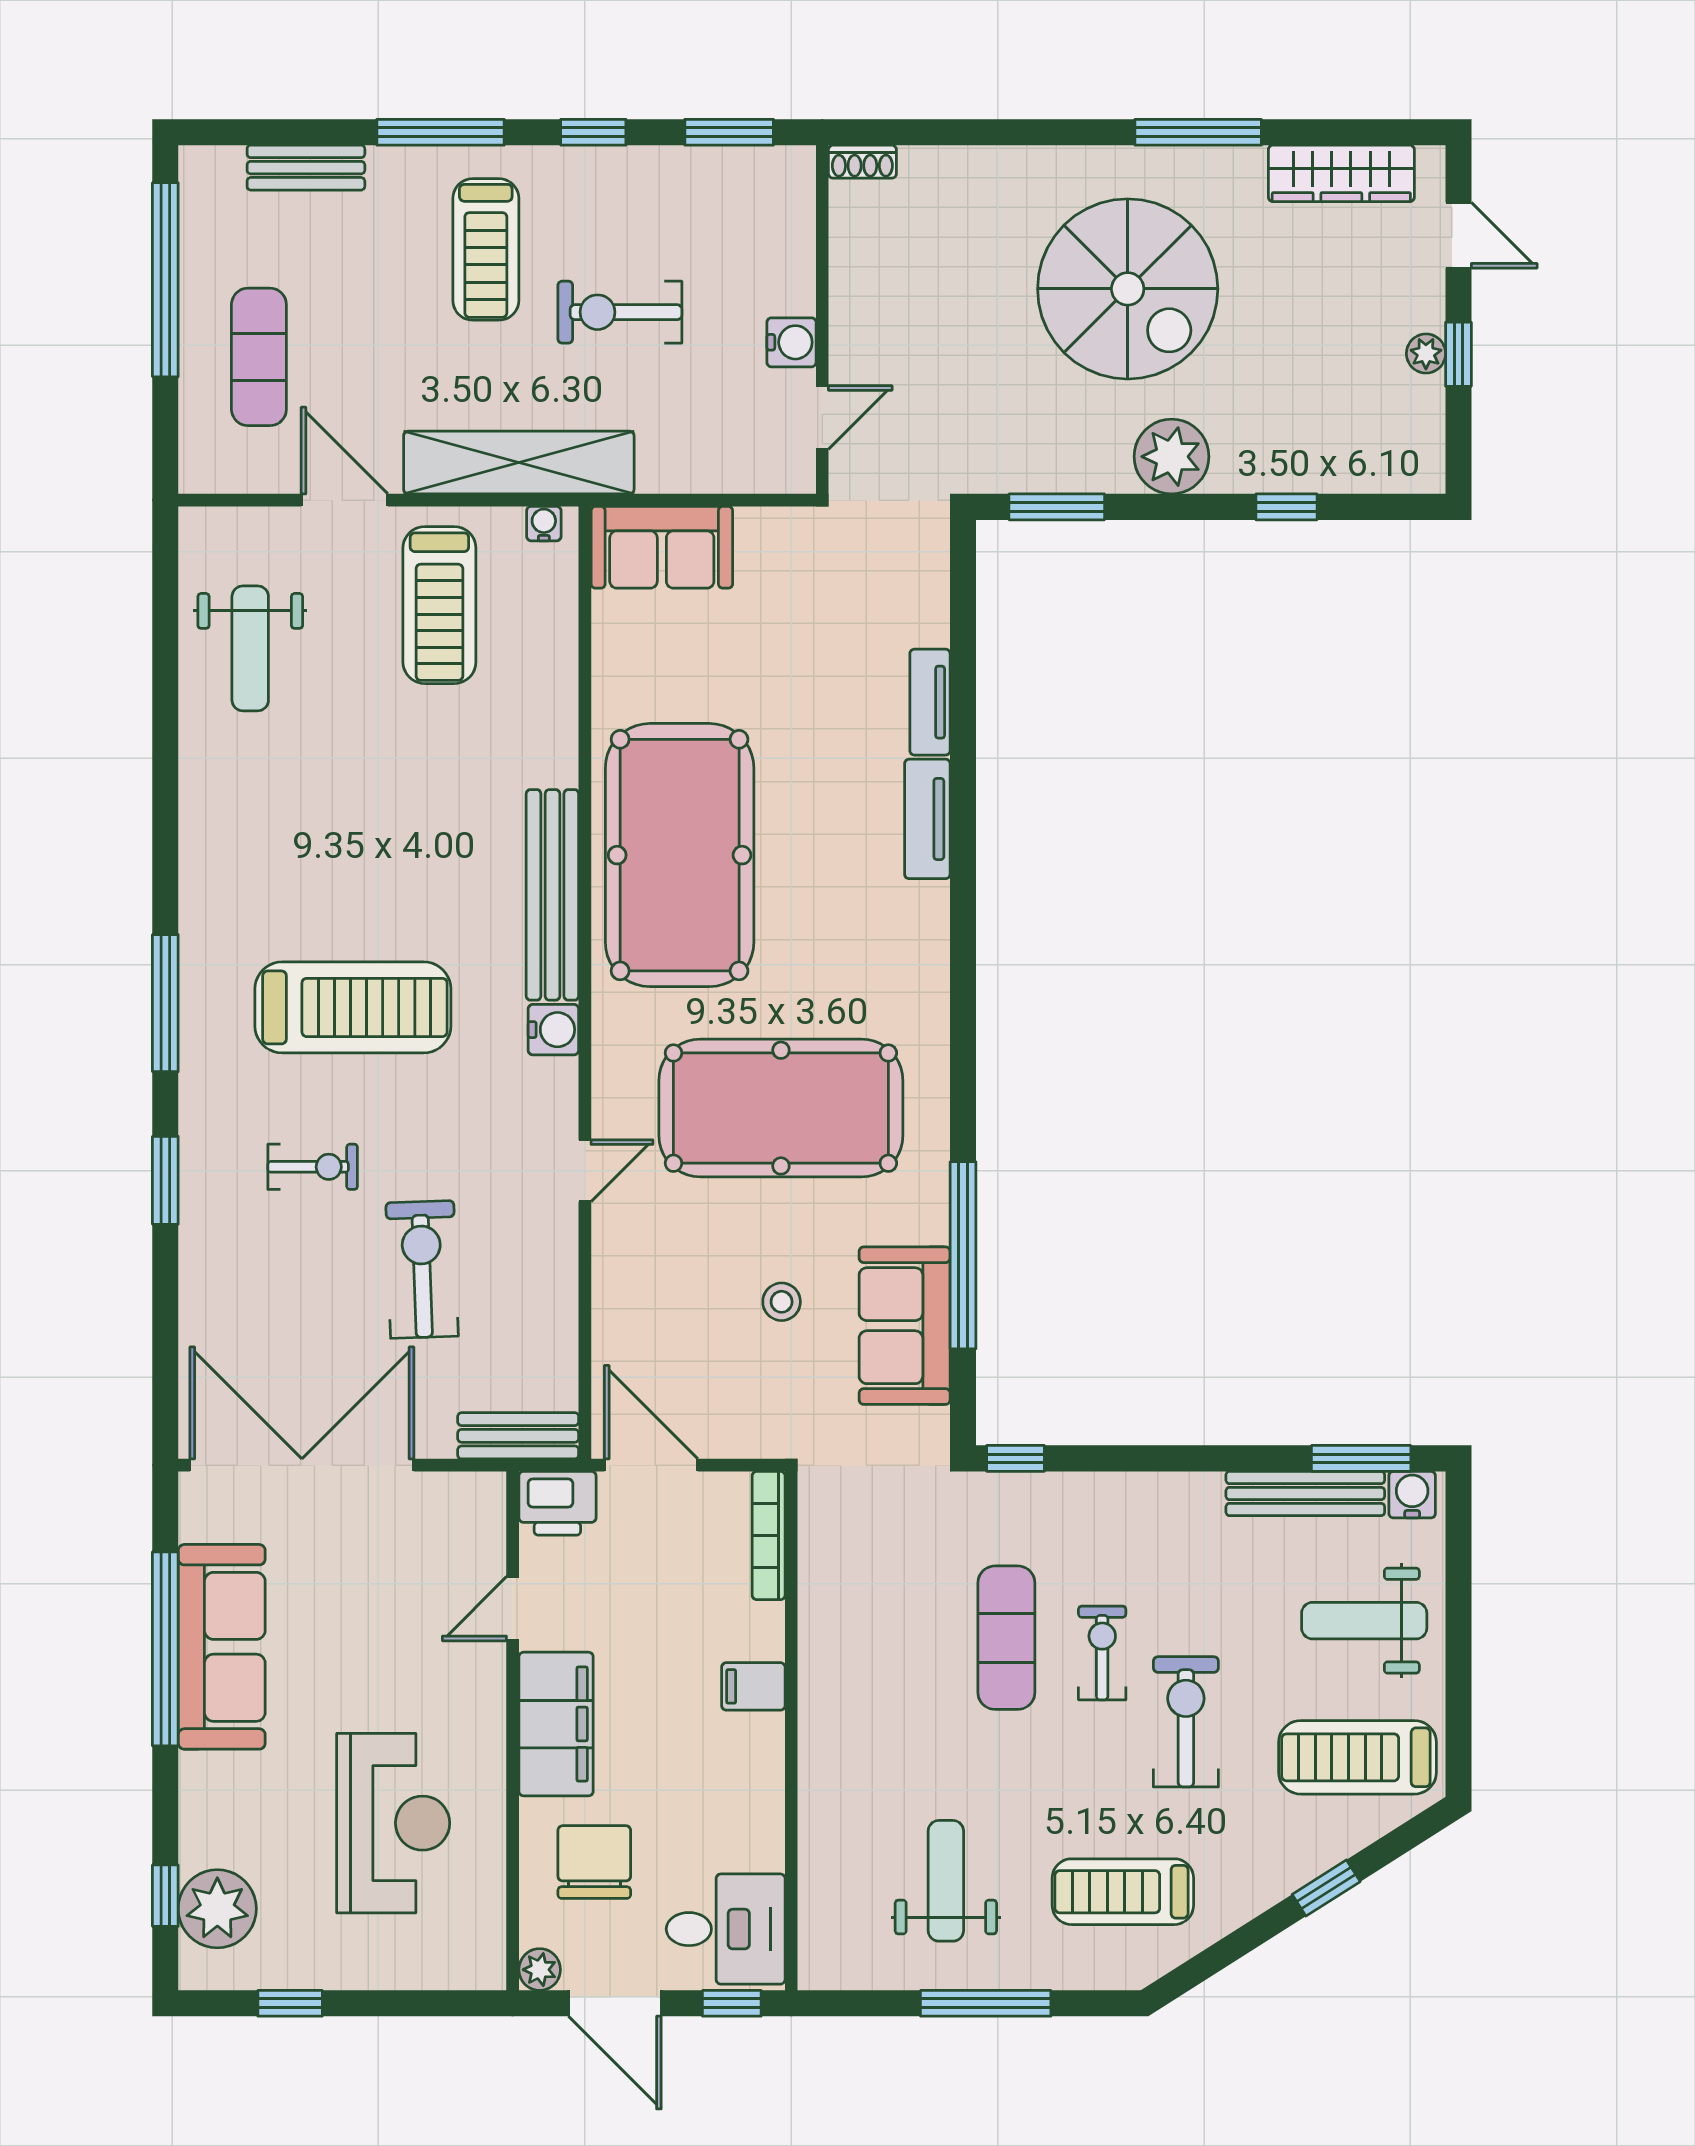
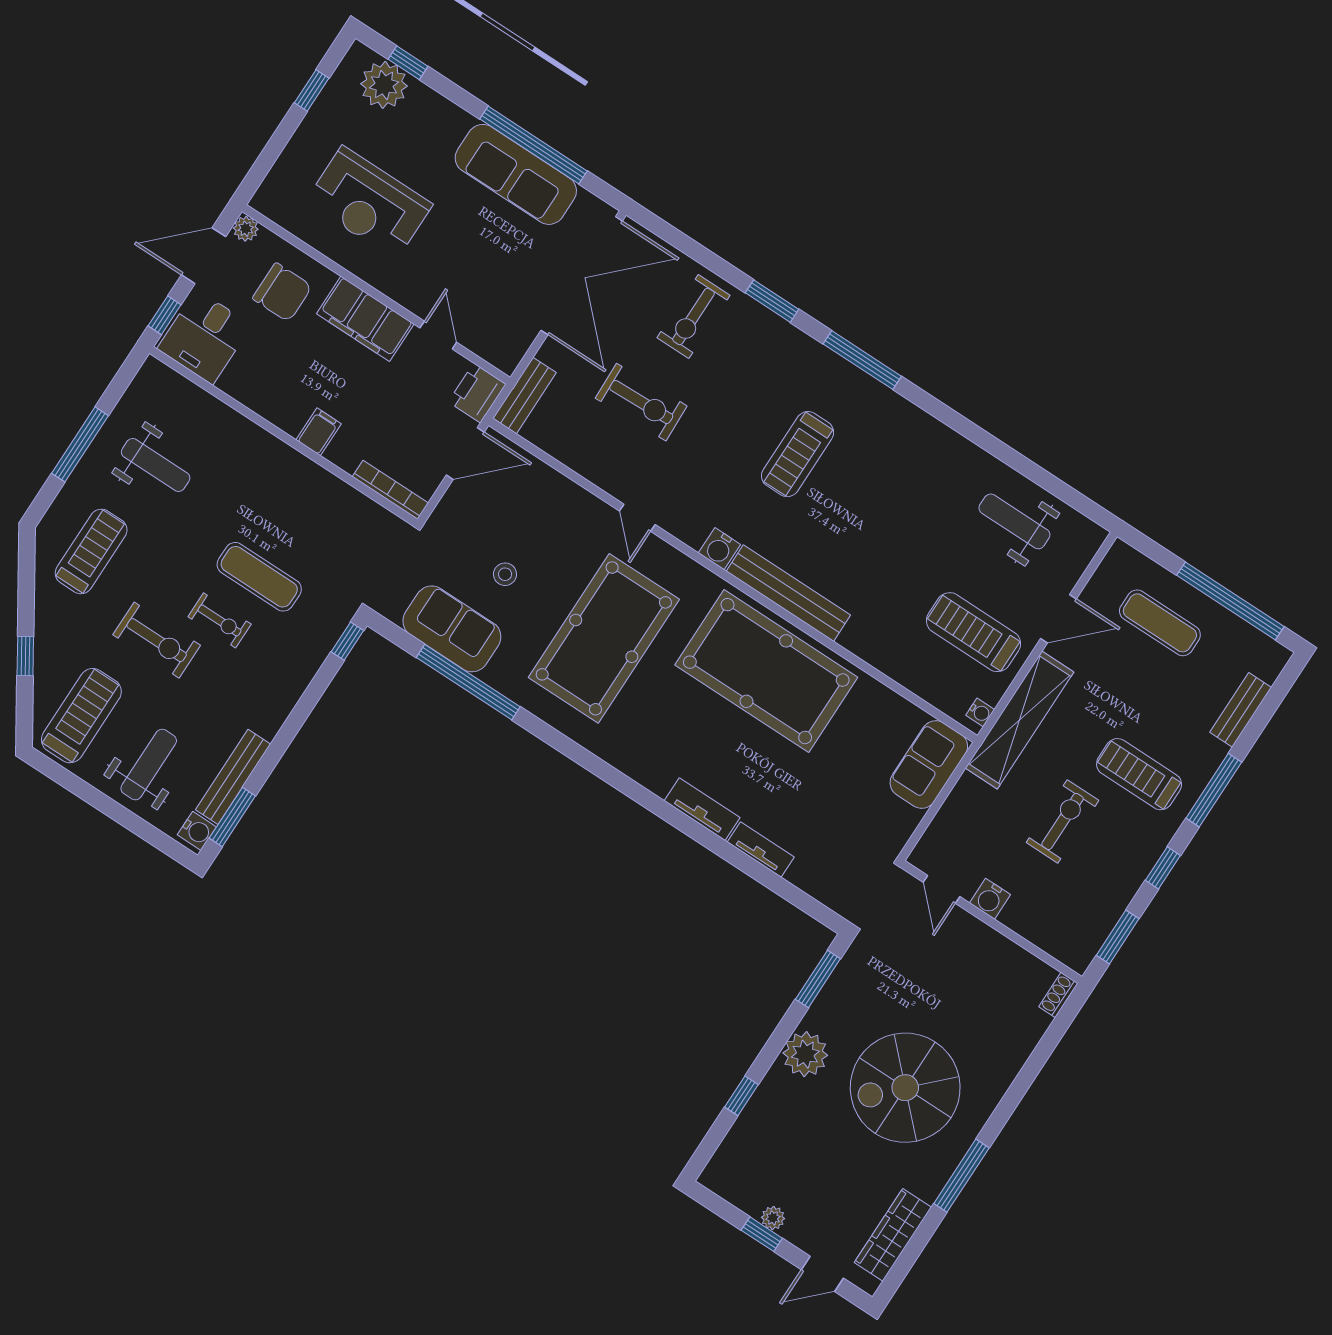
treadmill: (353, 1007) -> (798, 454), width x0.73, depth x0.73
exercise bike: (313, 1167) -> (694, 316), moved, width x1.38, depth x1.39

